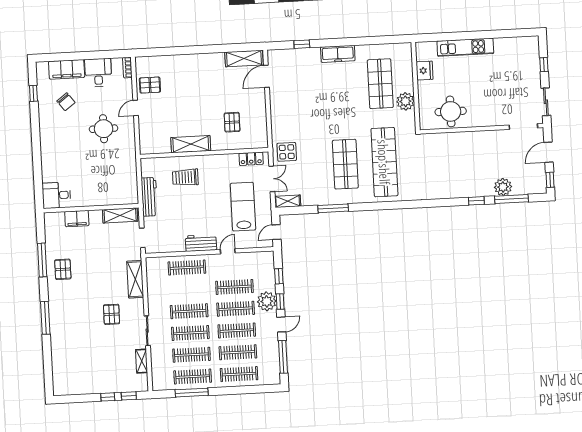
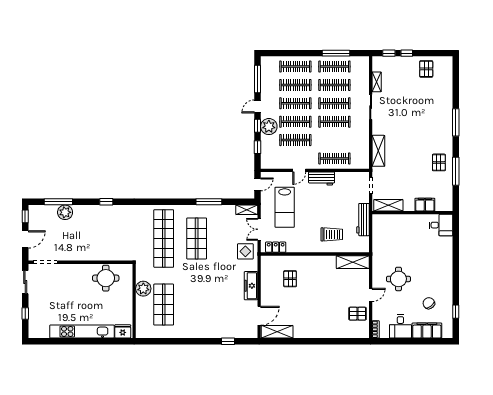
kitchen unit: (465, 47) -> (82, 332), width x1.36
freezer: (338, 54) -> (251, 286), moved, turned -90
fridge: (425, 71) -> (123, 331), moved, turned 90
shelving: (191, 144) -> (353, 262), moved
window: (476, 201) -> (106, 202), moved
pallet: (112, 314) -> (426, 69), moved

